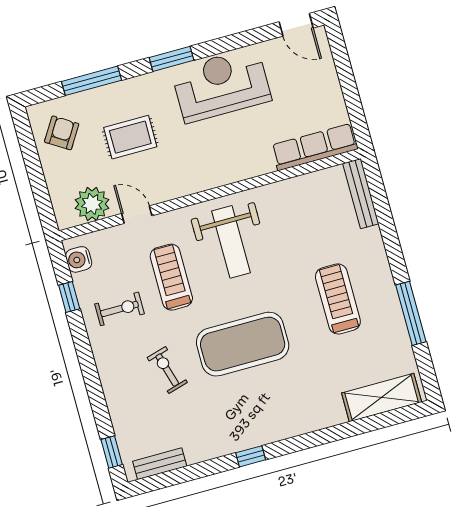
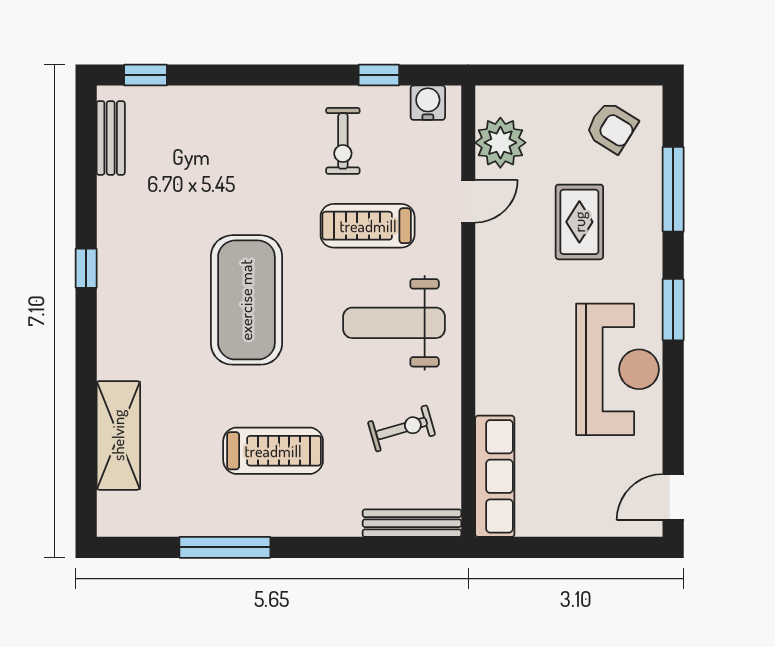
treadmill: (171, 277) -> (368, 226), turned 180
exercise bike: (167, 370) -> (402, 428), moved
shelving: (382, 398) -> (118, 435), moved

